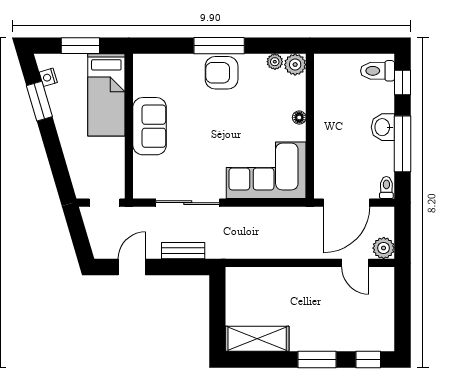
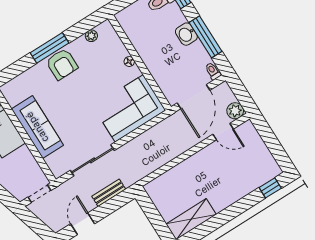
plant: (295, 65) -> (105, 29), removed
armchair: (222, 73) -> (62, 64), turned -90
sofa: (150, 126) -> (37, 127), width x1.36
window: (317, 360) -> (238, 208), removed

